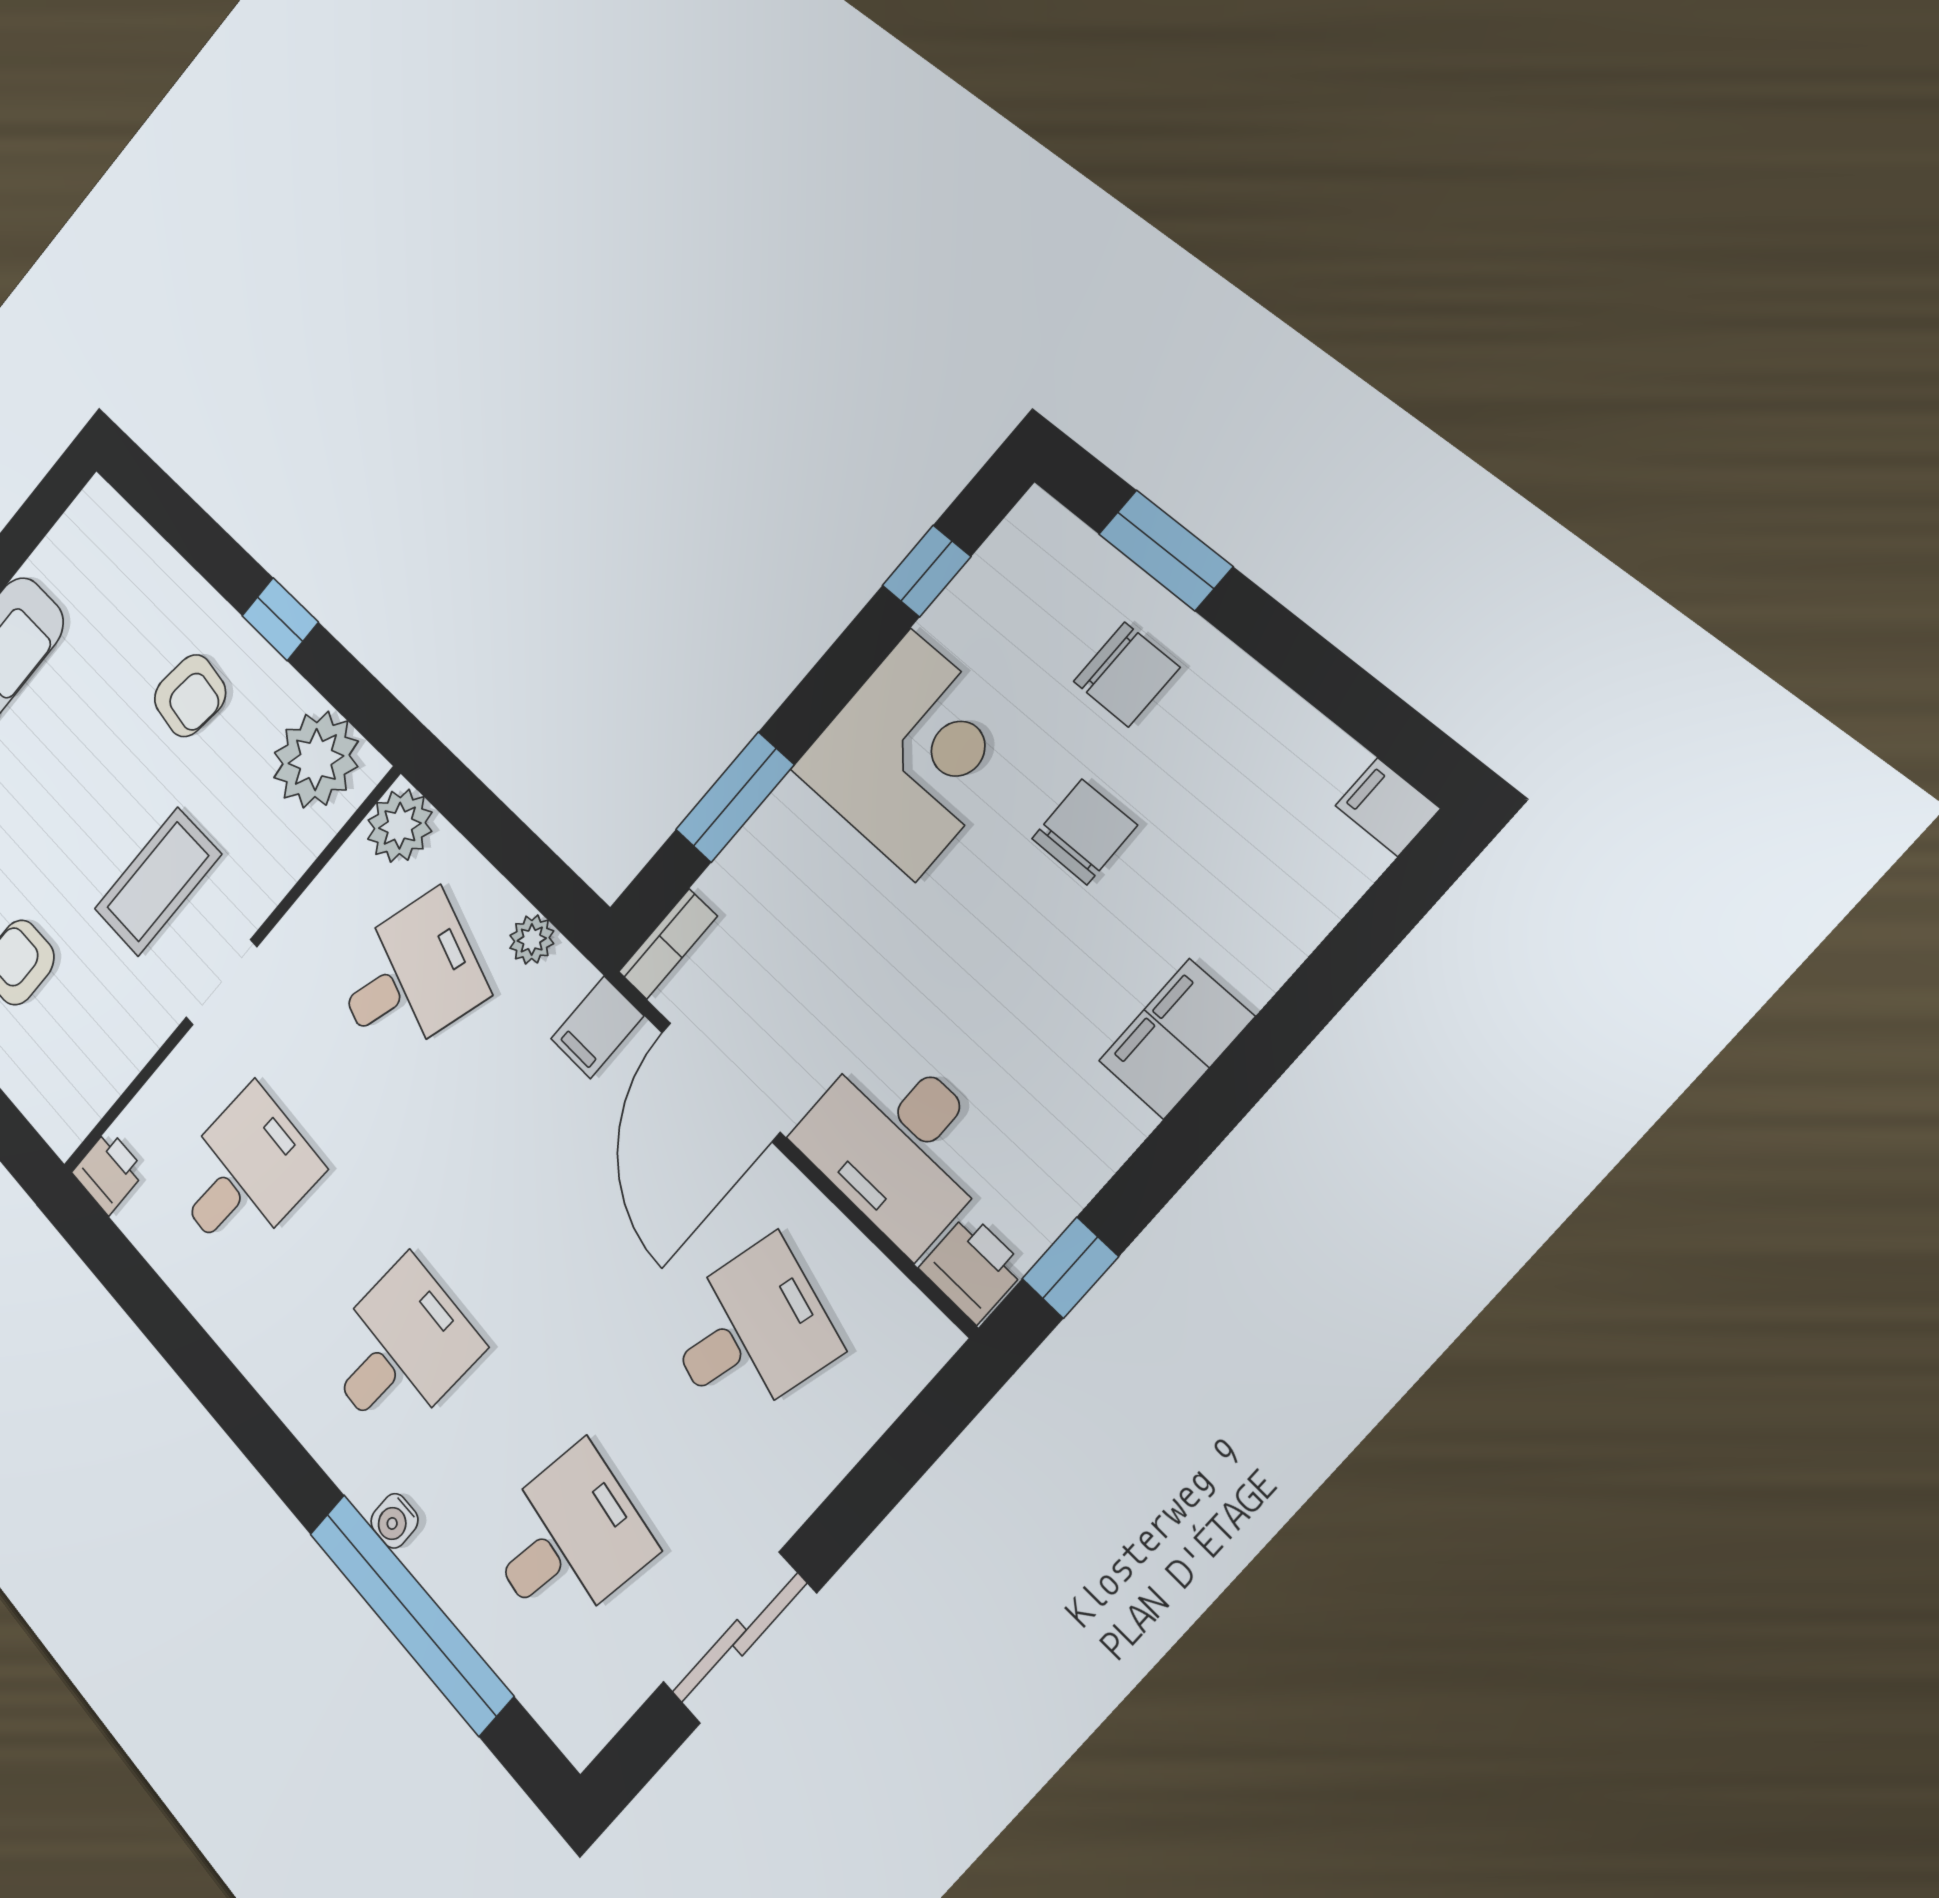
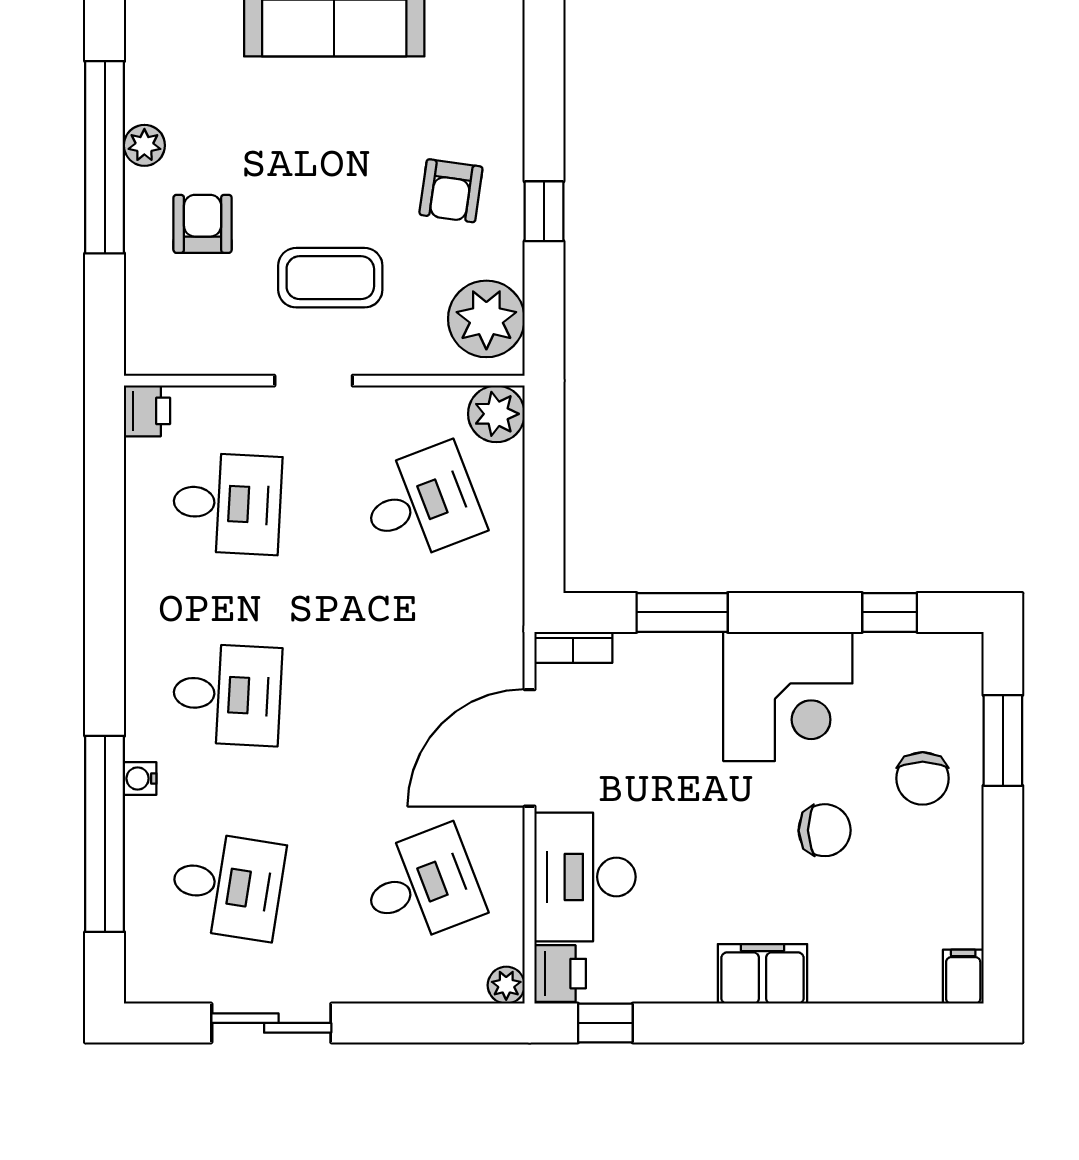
plant: (532, 940) -> (506, 985), moved
desk: (409, 977) -> (422, 503), turned -39
filing cabinet: (597, 1027) -> (495, 648), removed
desk: (750, 1332) -> (422, 886), turned -36

